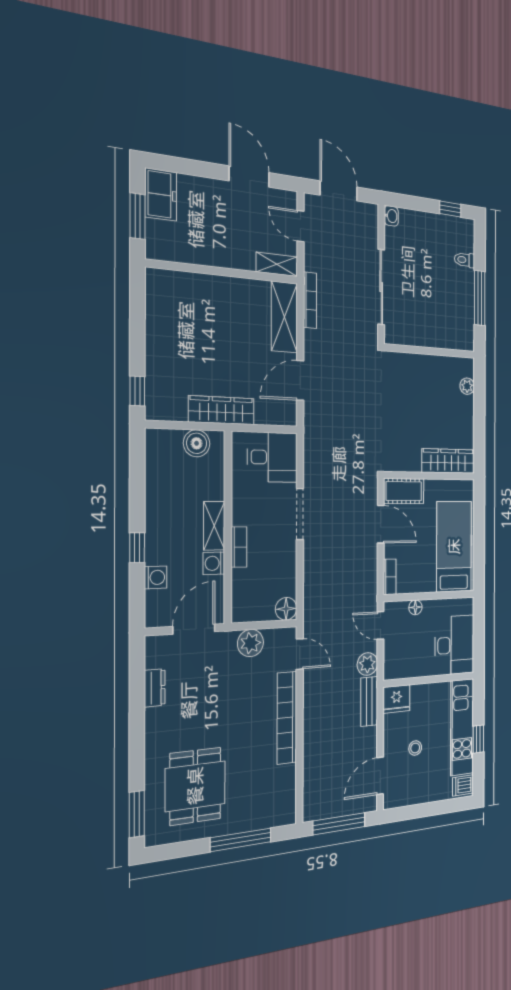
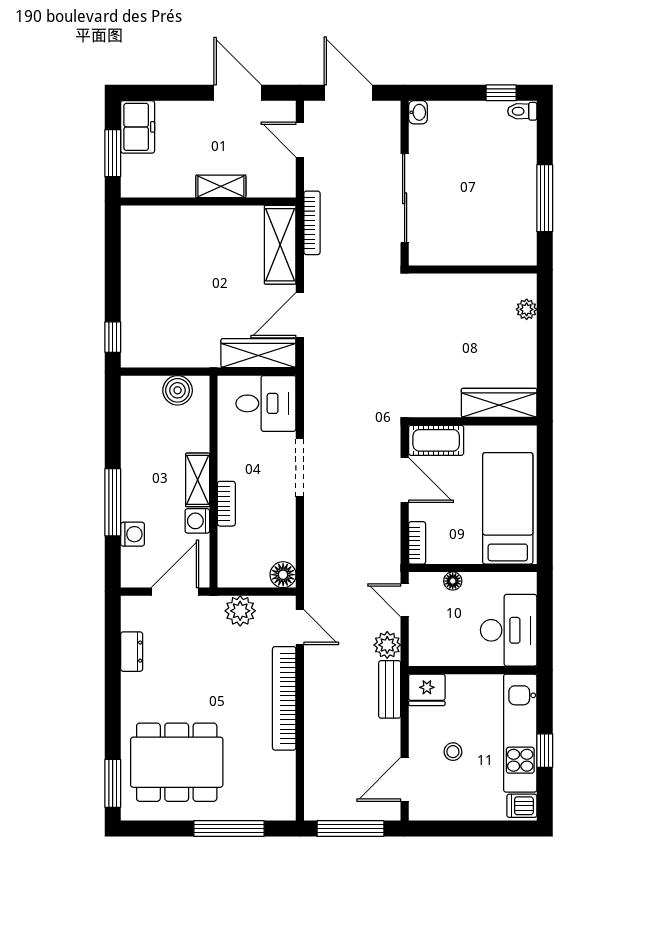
toilet: (465, 260) -> (522, 111), moved
shelving: (277, 264) -> (221, 186), moved
wardrobe: (221, 410) -> (258, 353), moved
window: (137, 548) -> (113, 502), width x2.17
dining table: (195, 786) -> (177, 762), width x1.38

